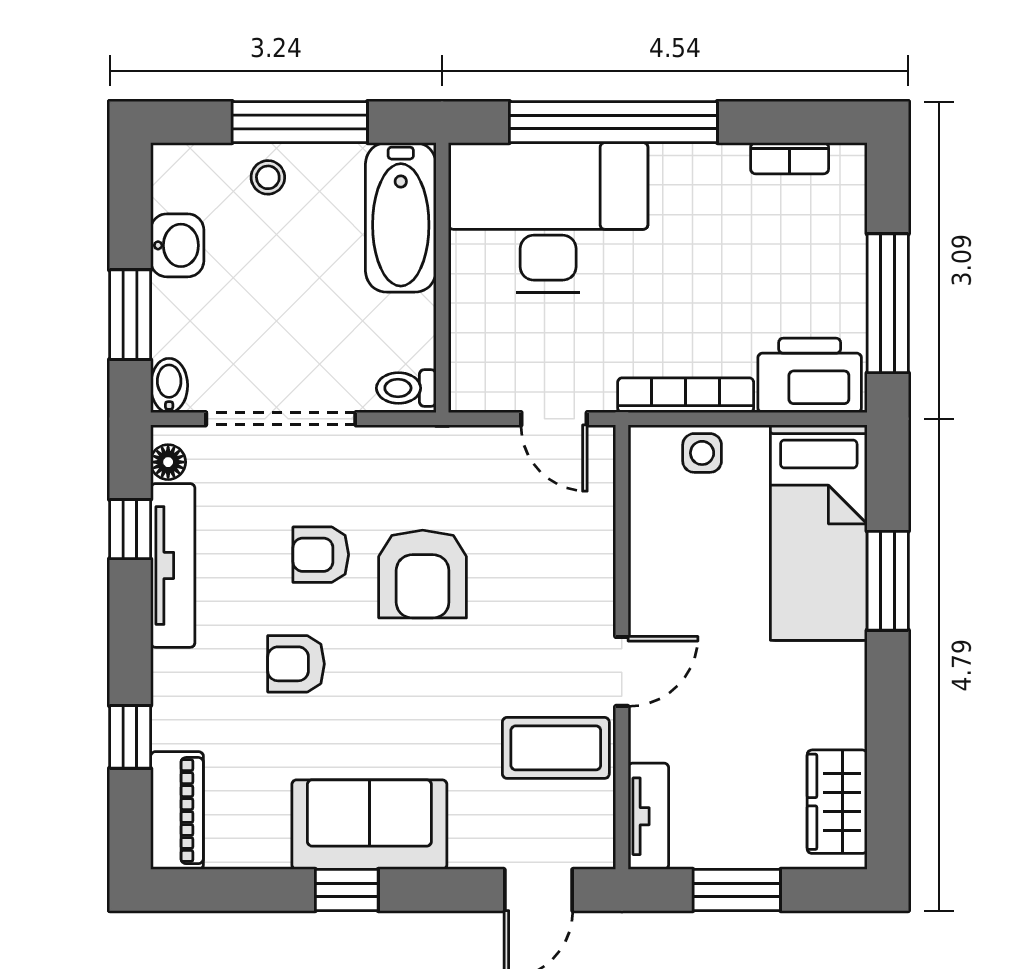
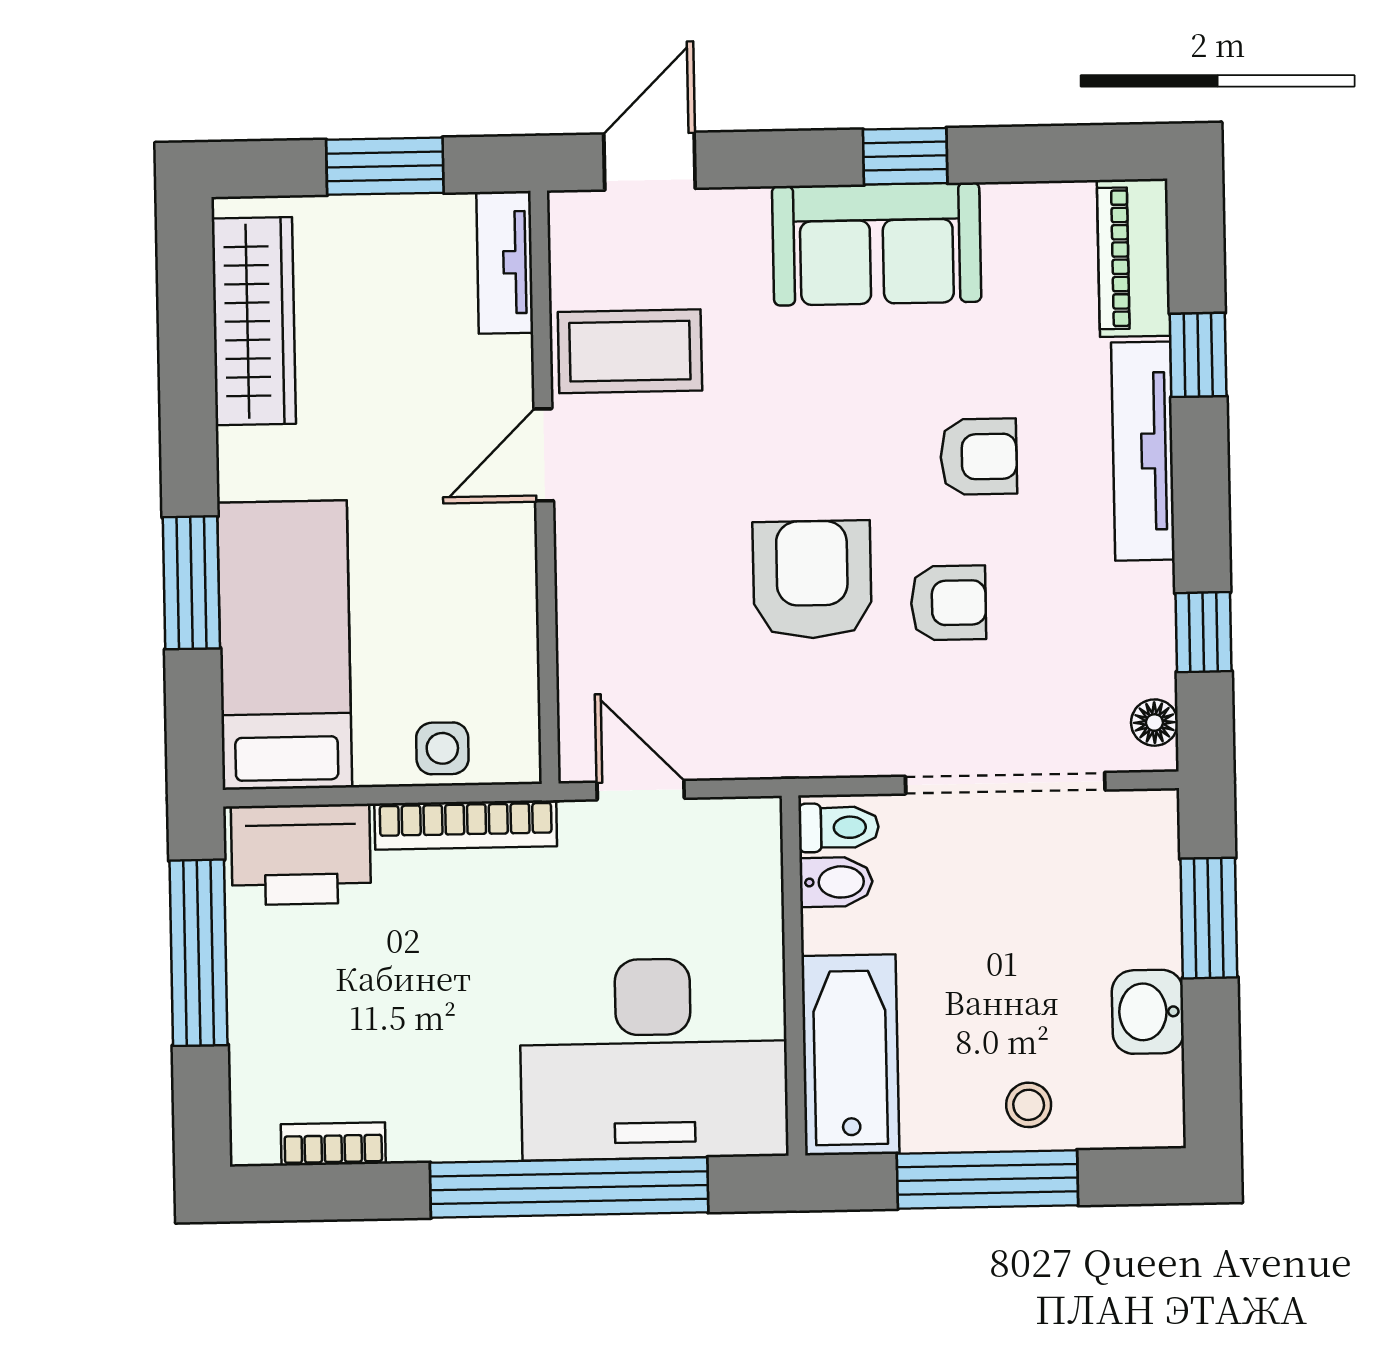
bidet: (169, 385) -> (836, 882), moved, turned -90
tv unit: (173, 565) -> (1143, 451), moved
wardrobe: (837, 802) -> (254, 321), width x1.50

